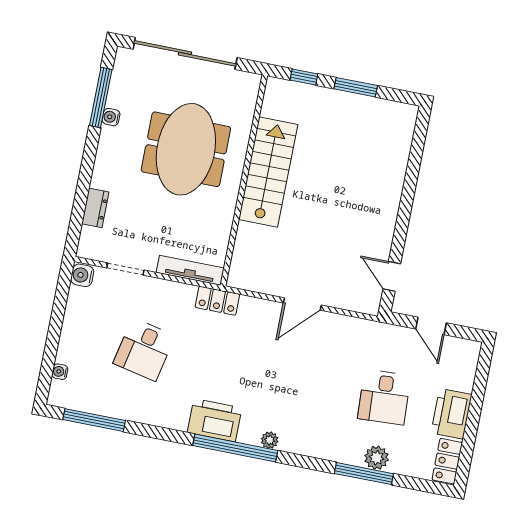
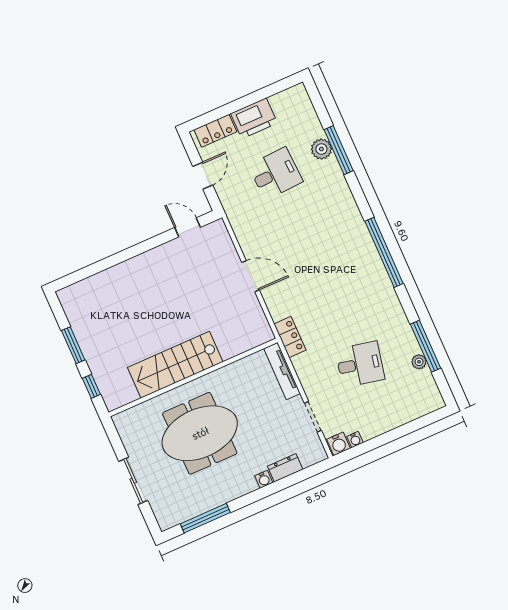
sliding door: (185, 53) -> (133, 481), width x0.54
water cooler: (111, 117) -> (264, 479), moved
door: (392, 276) -> (188, 227), swing flipped
water cooler: (60, 372) -> (355, 440), moved
window: (94, 420) -> (426, 346), moved
printer: (215, 420) -> (375, 280), removed
plant: (270, 440) -> (419, 362), moved
locker: (447, 461) -> (215, 131), moved

